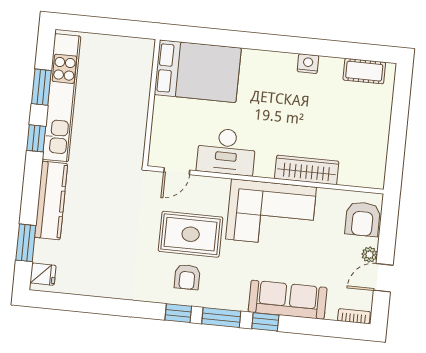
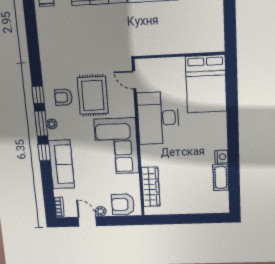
cot: (364, 71) -> (221, 177), moved
desk: (226, 152) -> (158, 118), width x1.36, depth x1.30
wardrobe: (307, 170) -> (151, 187), moved
plant: (224, 302) -> (52, 124), added

